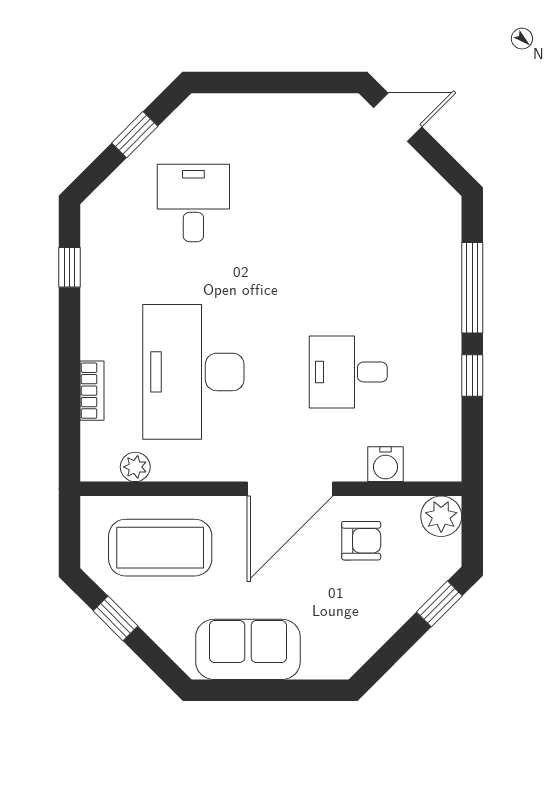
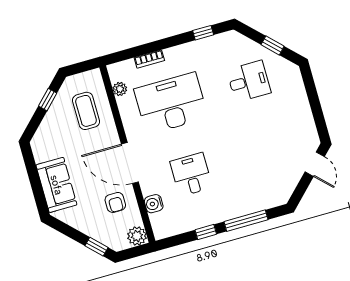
coffee table: (160, 548) -> (86, 111), width x0.73, depth x0.76
sofa: (248, 649) -> (56, 185), moved

